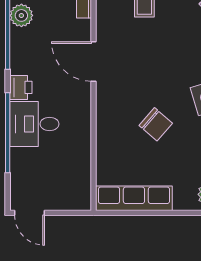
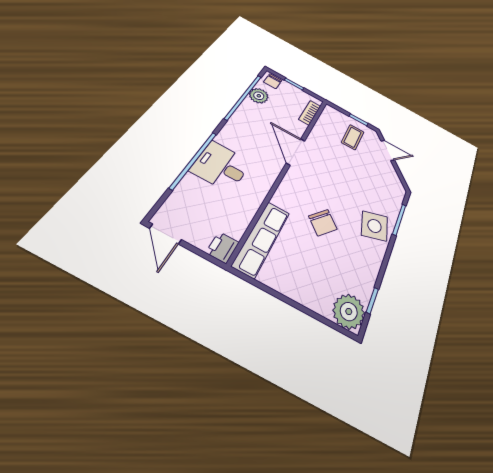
printer: (21, 87) -> (223, 248), moved, turned 180
row of seats: (134, 198) -> (262, 239), moved, turned 90

